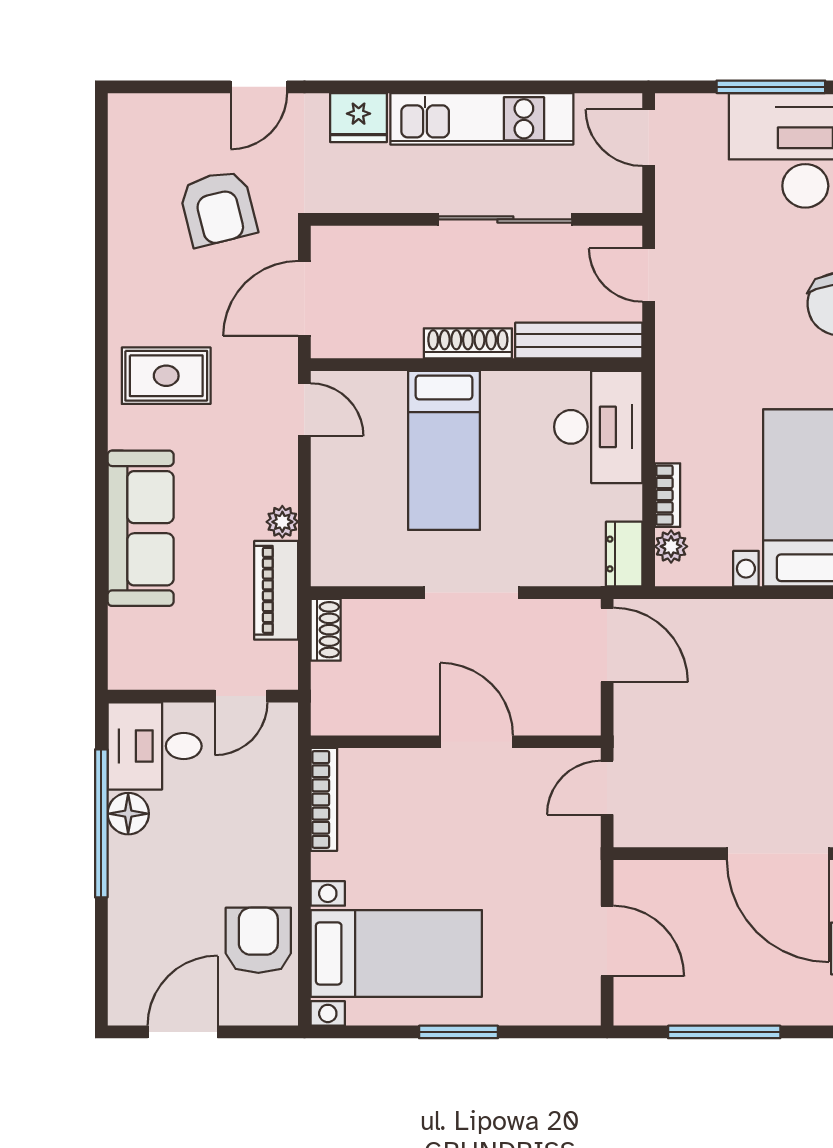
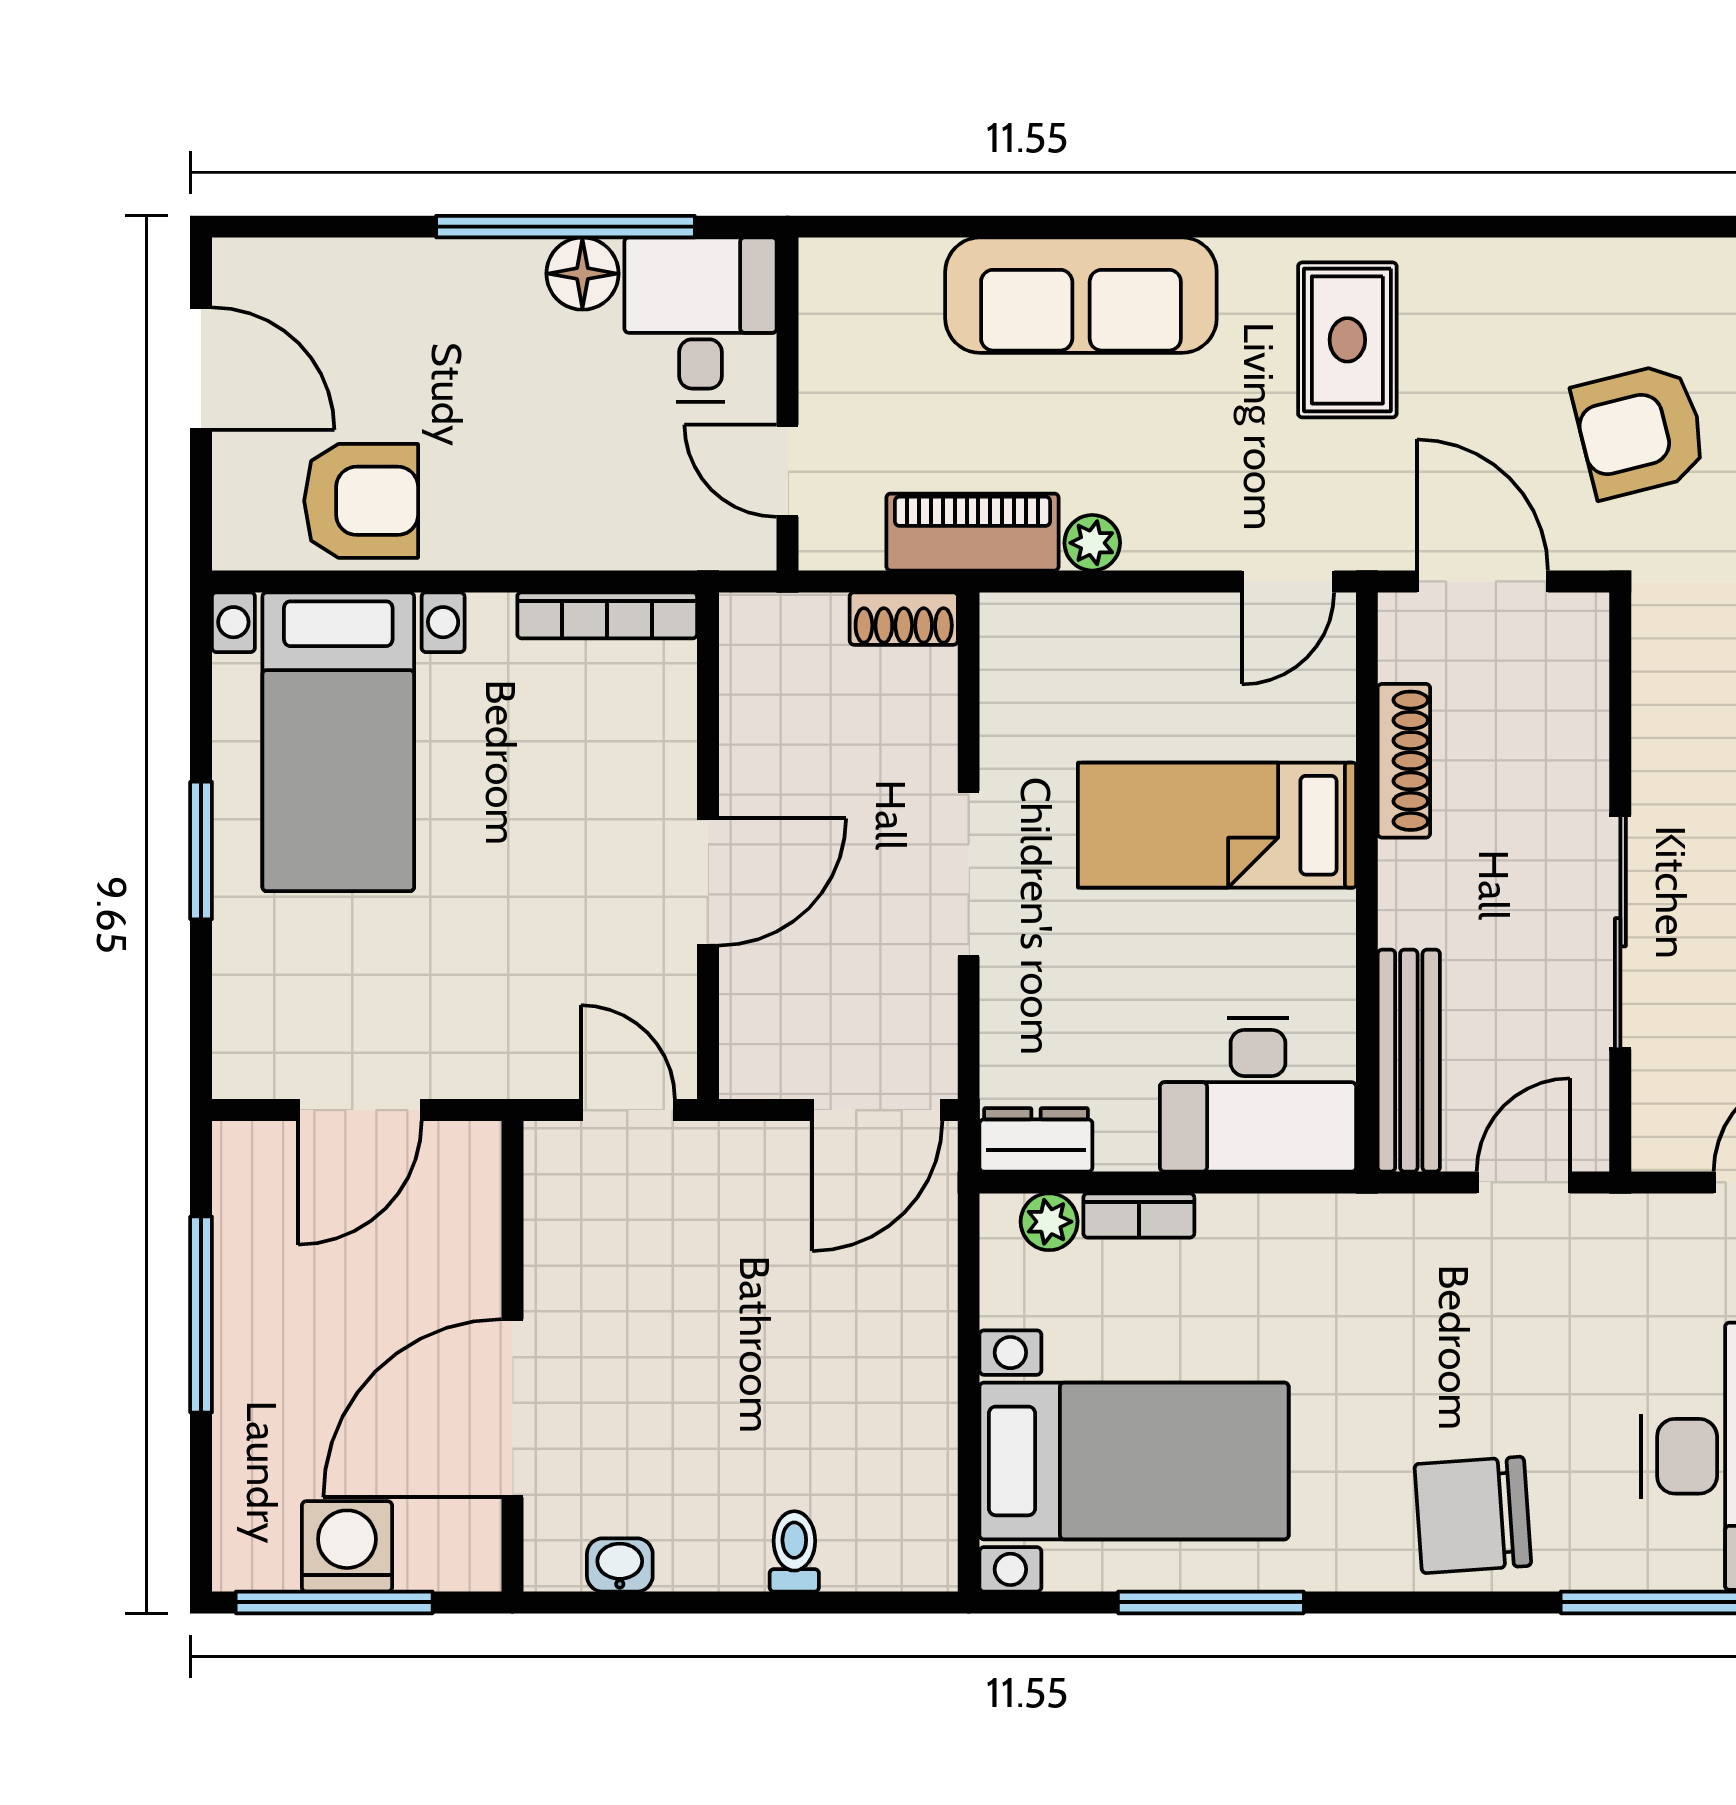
shoe rack: (468, 343) -> (1404, 761), moved

